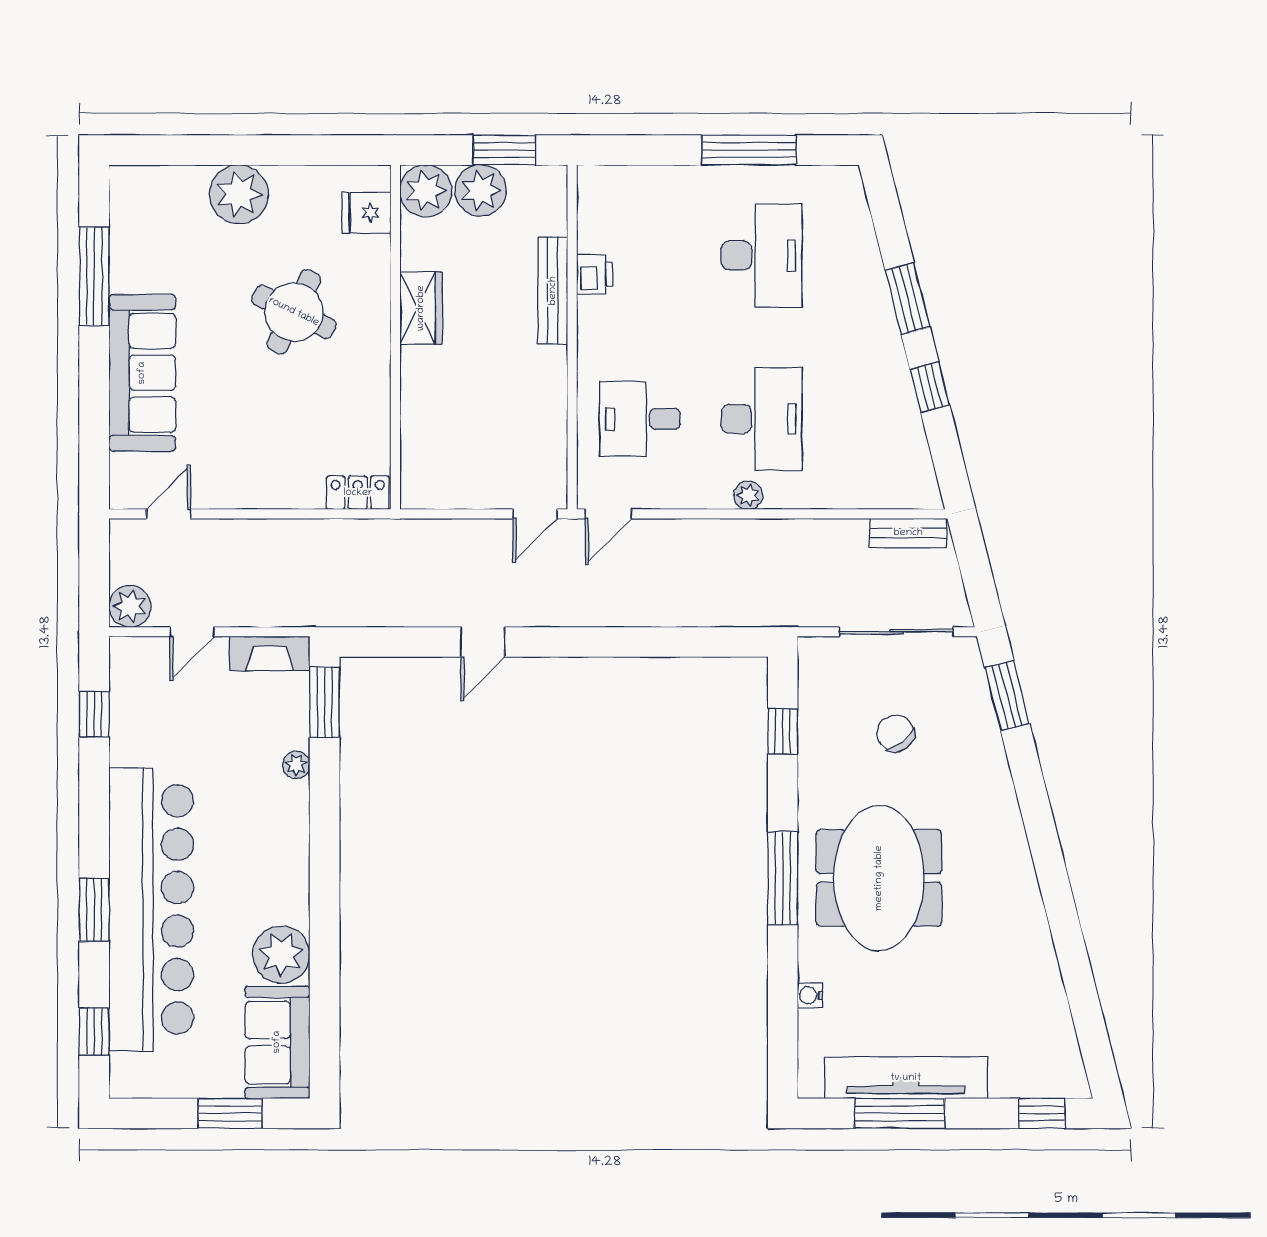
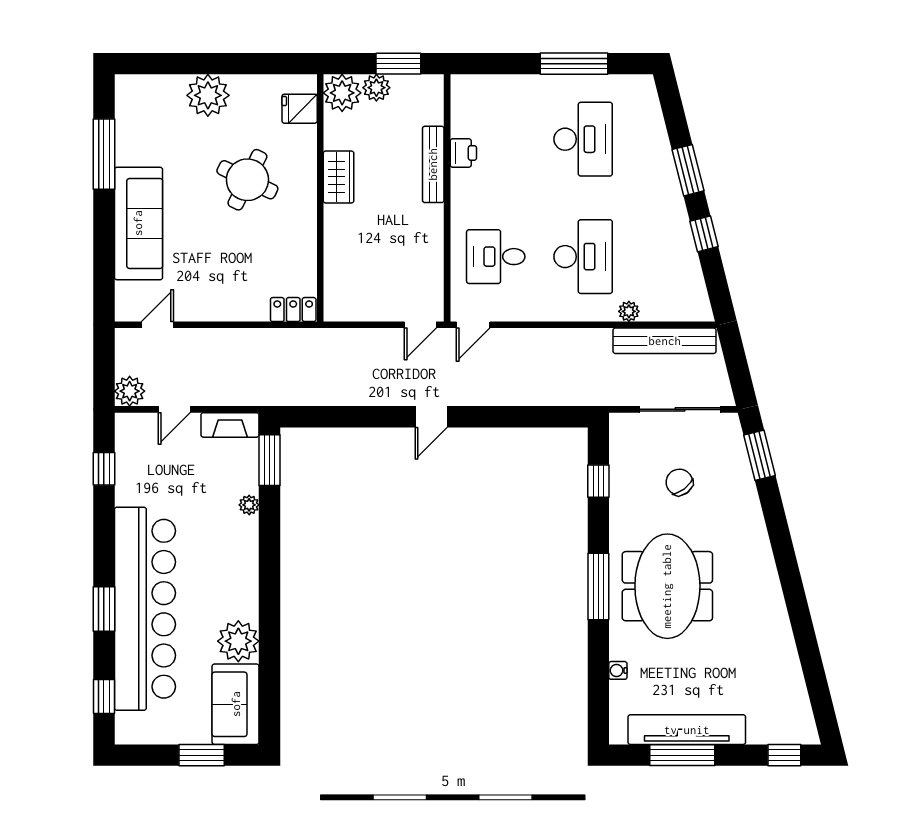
plant: (481, 191) -> (376, 88), width x0.73, depth x0.73
plant: (748, 495) -> (629, 311), moved
bench: (908, 533) -> (665, 341), width x1.86, depth x1.21
door: (483, 642) -> (431, 417), moved

